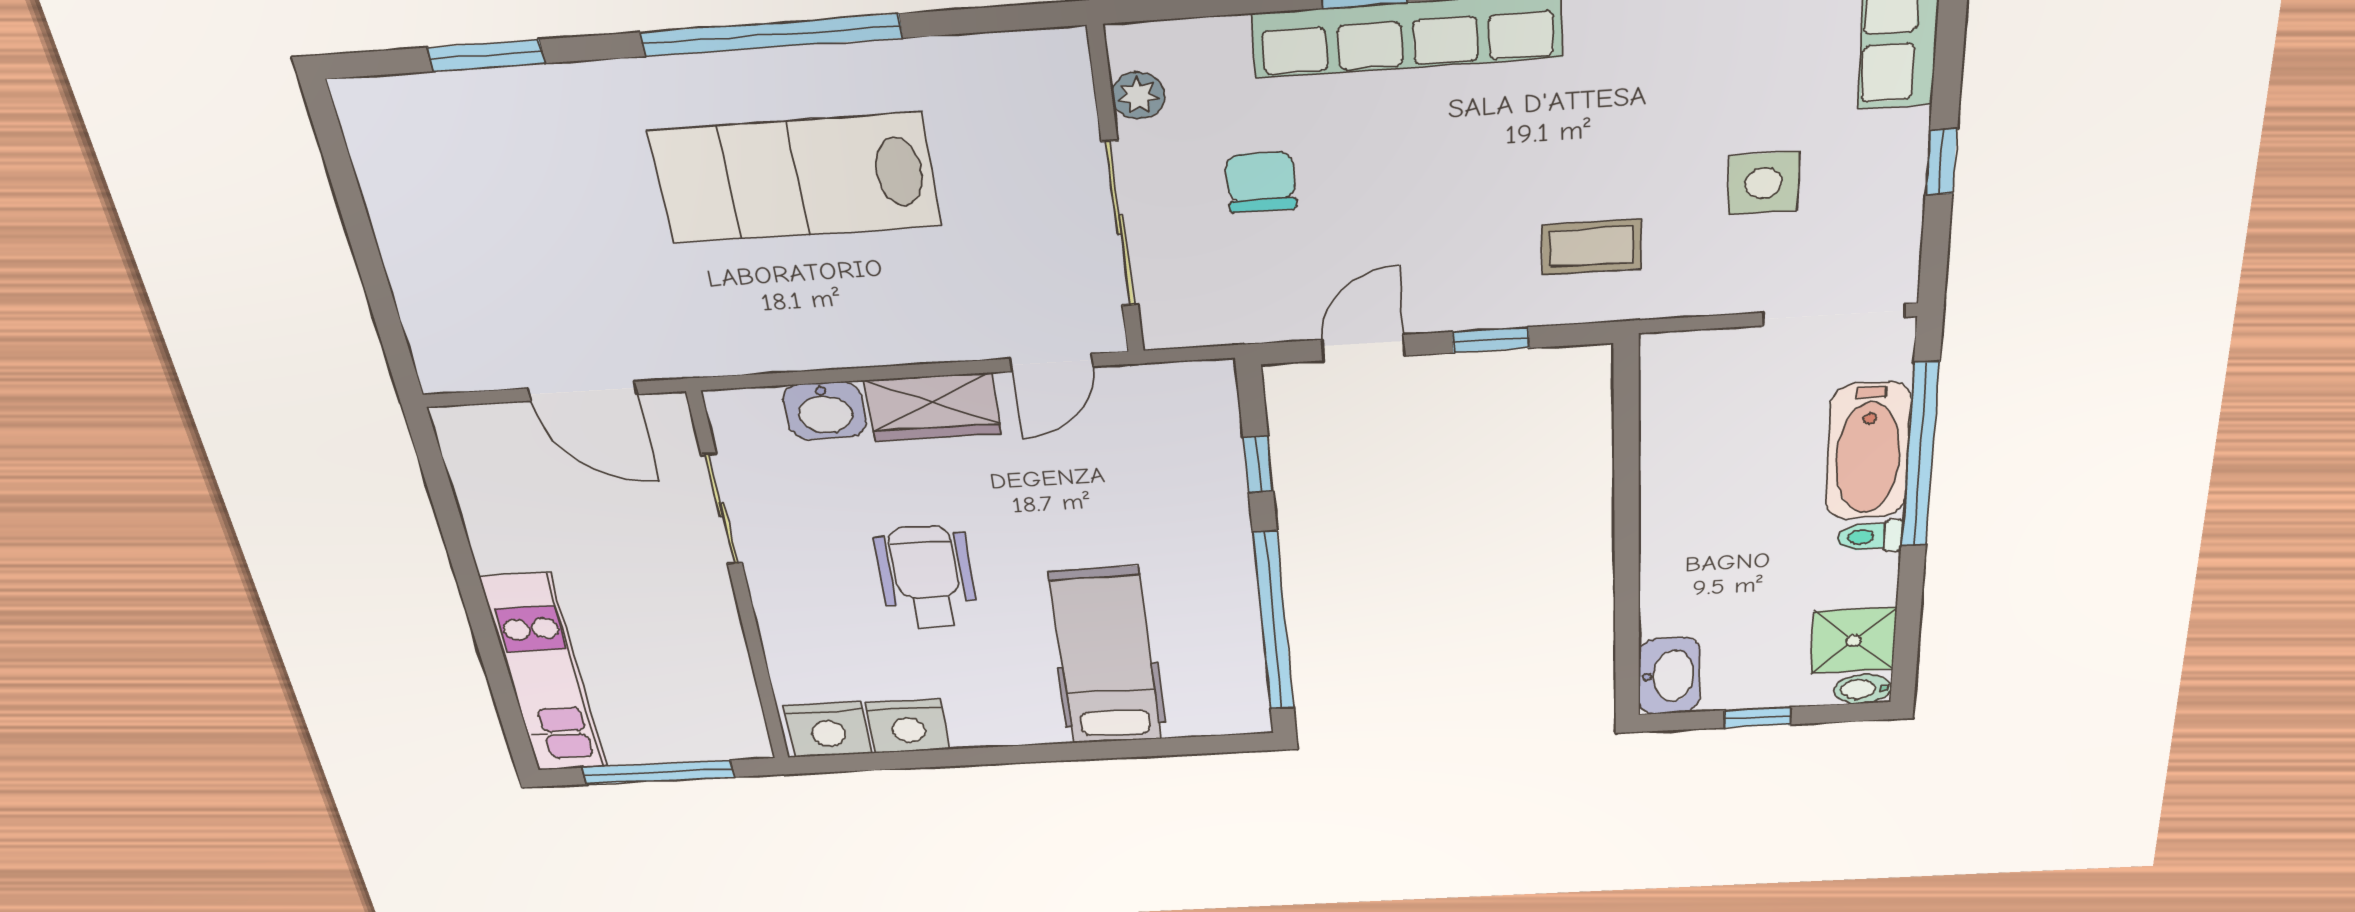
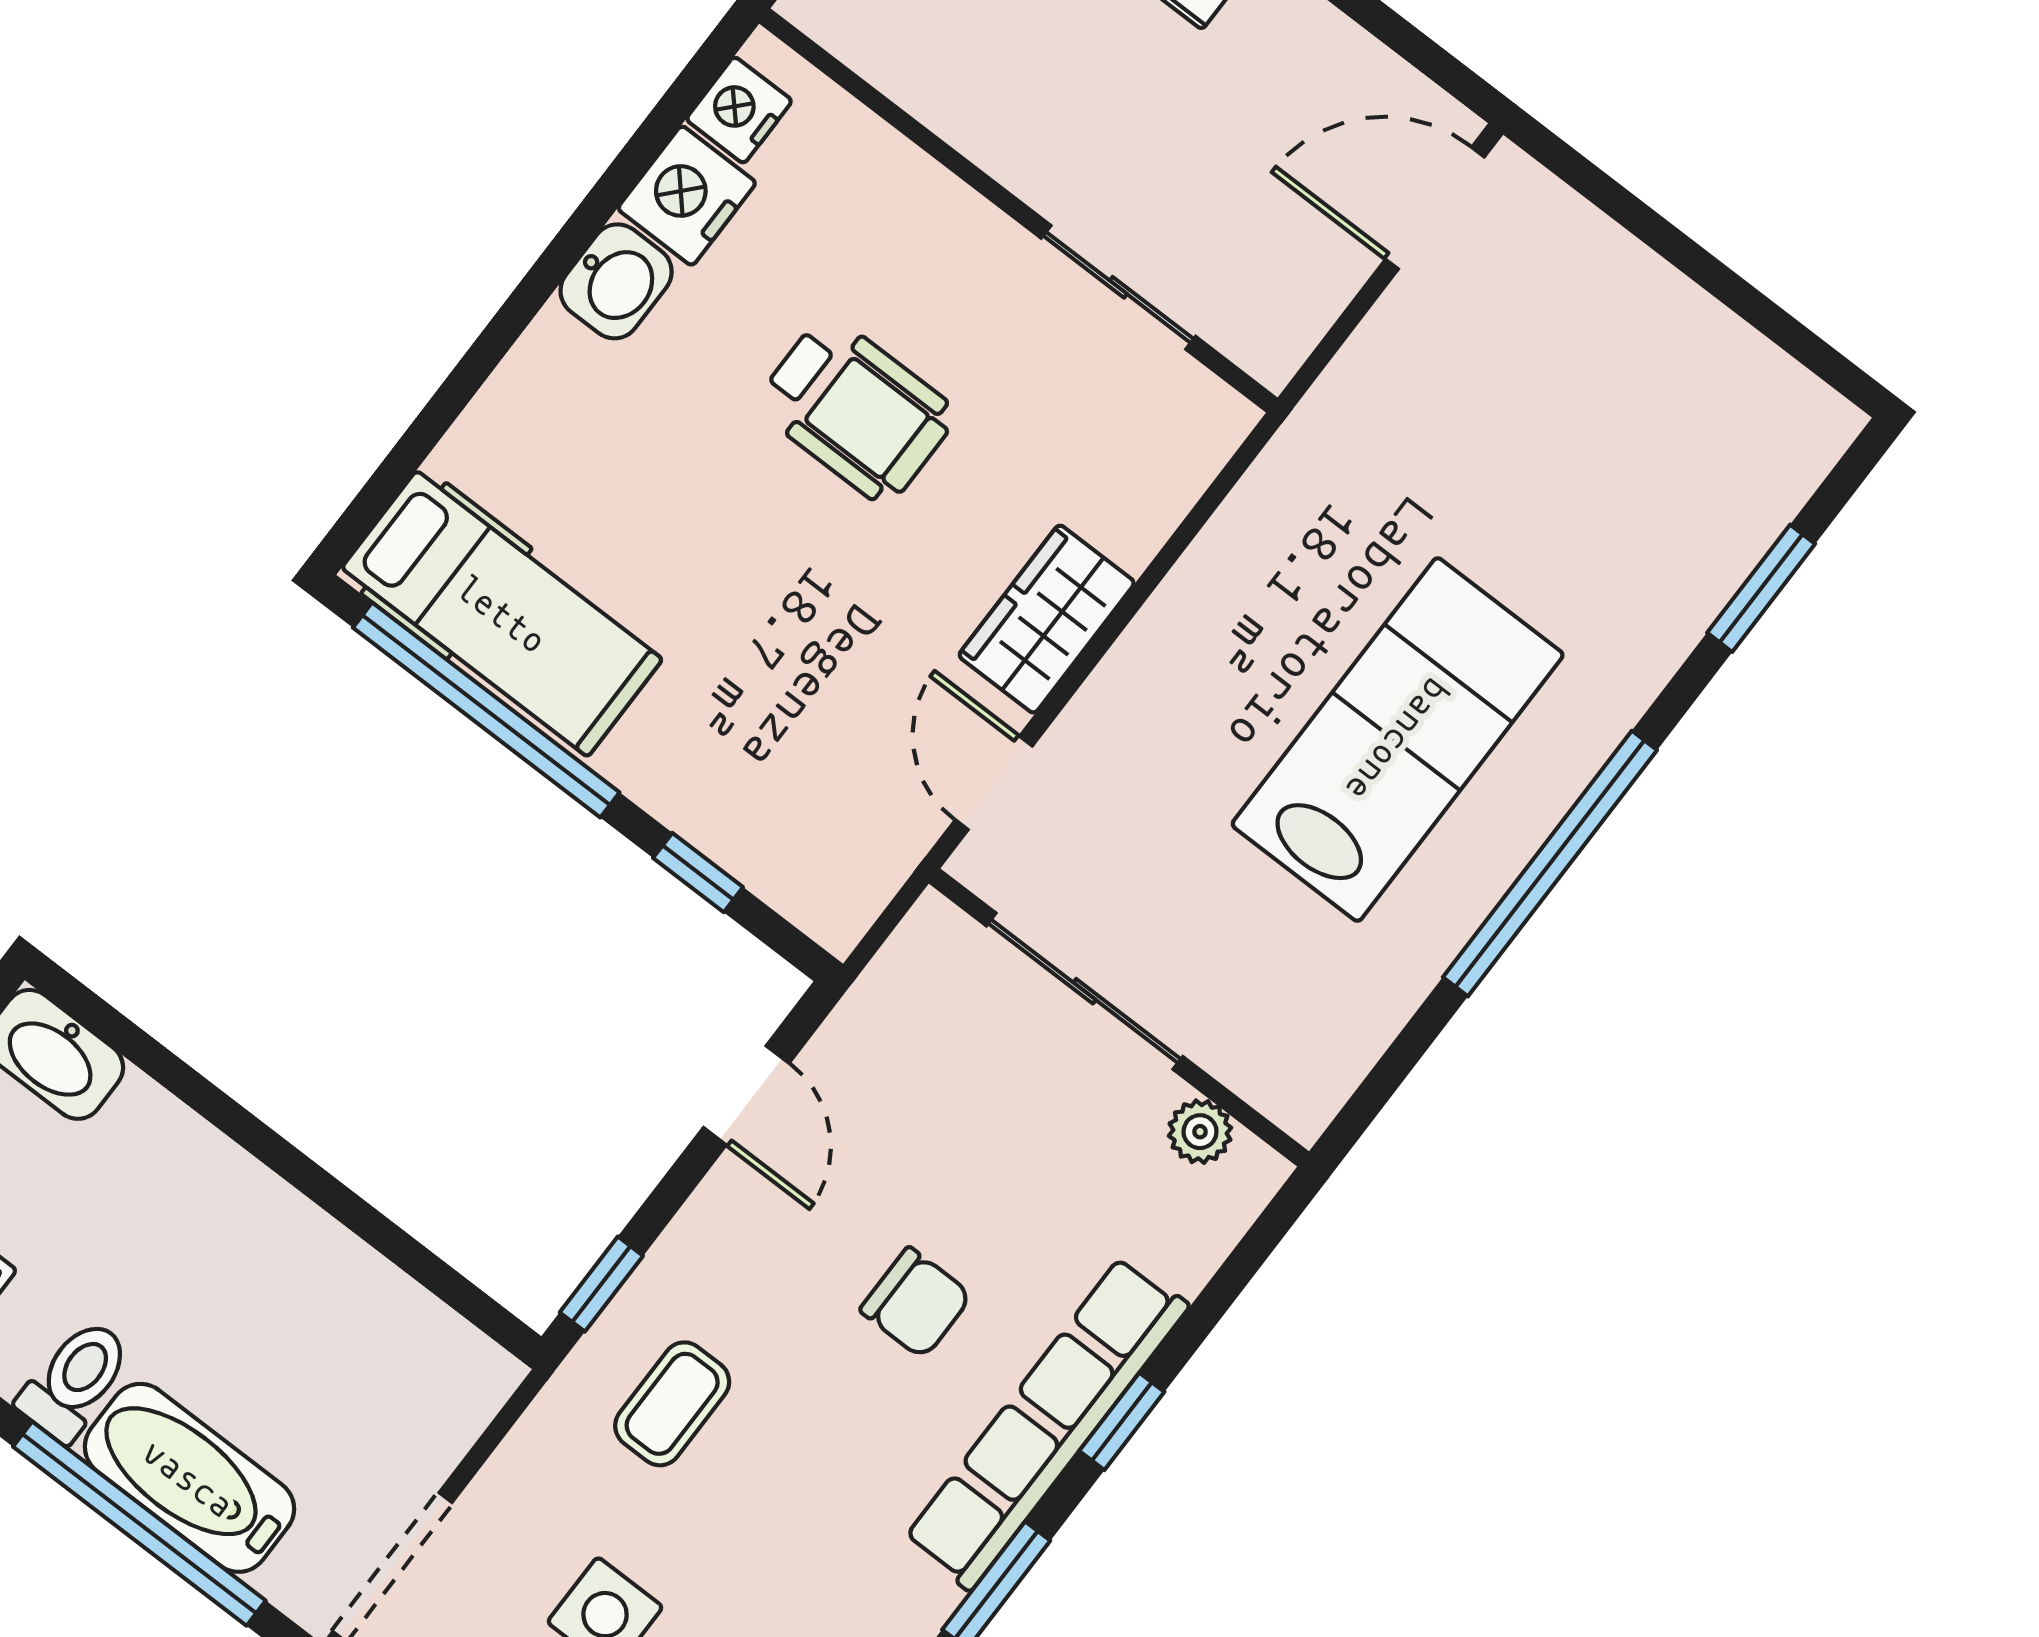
chair: (1261, 182) -> (916, 1303), moved
window: (1491, 340) -> (601, 1284), moved
door: (582, 391) -> (1435, 208), moved
washbasin: (825, 411) -> (616, 281), moved, turned 180
toilet: (1870, 537) -> (75, 1380), width x1.37, depth x1.39
hospital bed: (1106, 657) -> (502, 614), moved
nightstand: (828, 729) -> (739, 110), width x0.74, depth x0.75

